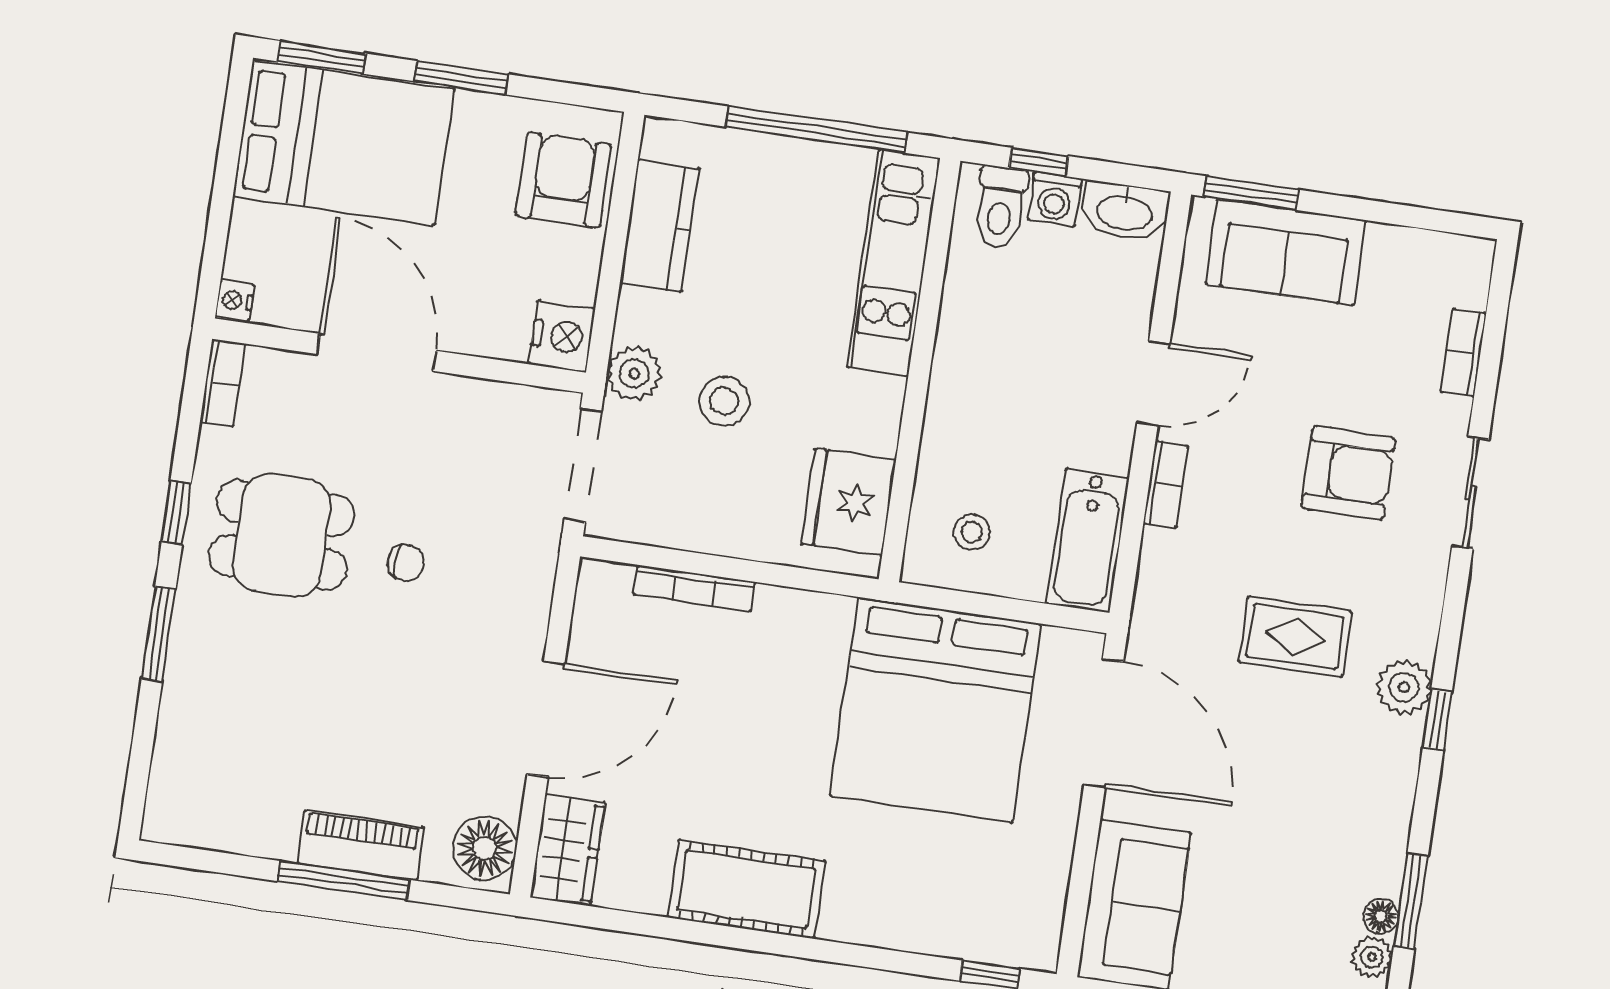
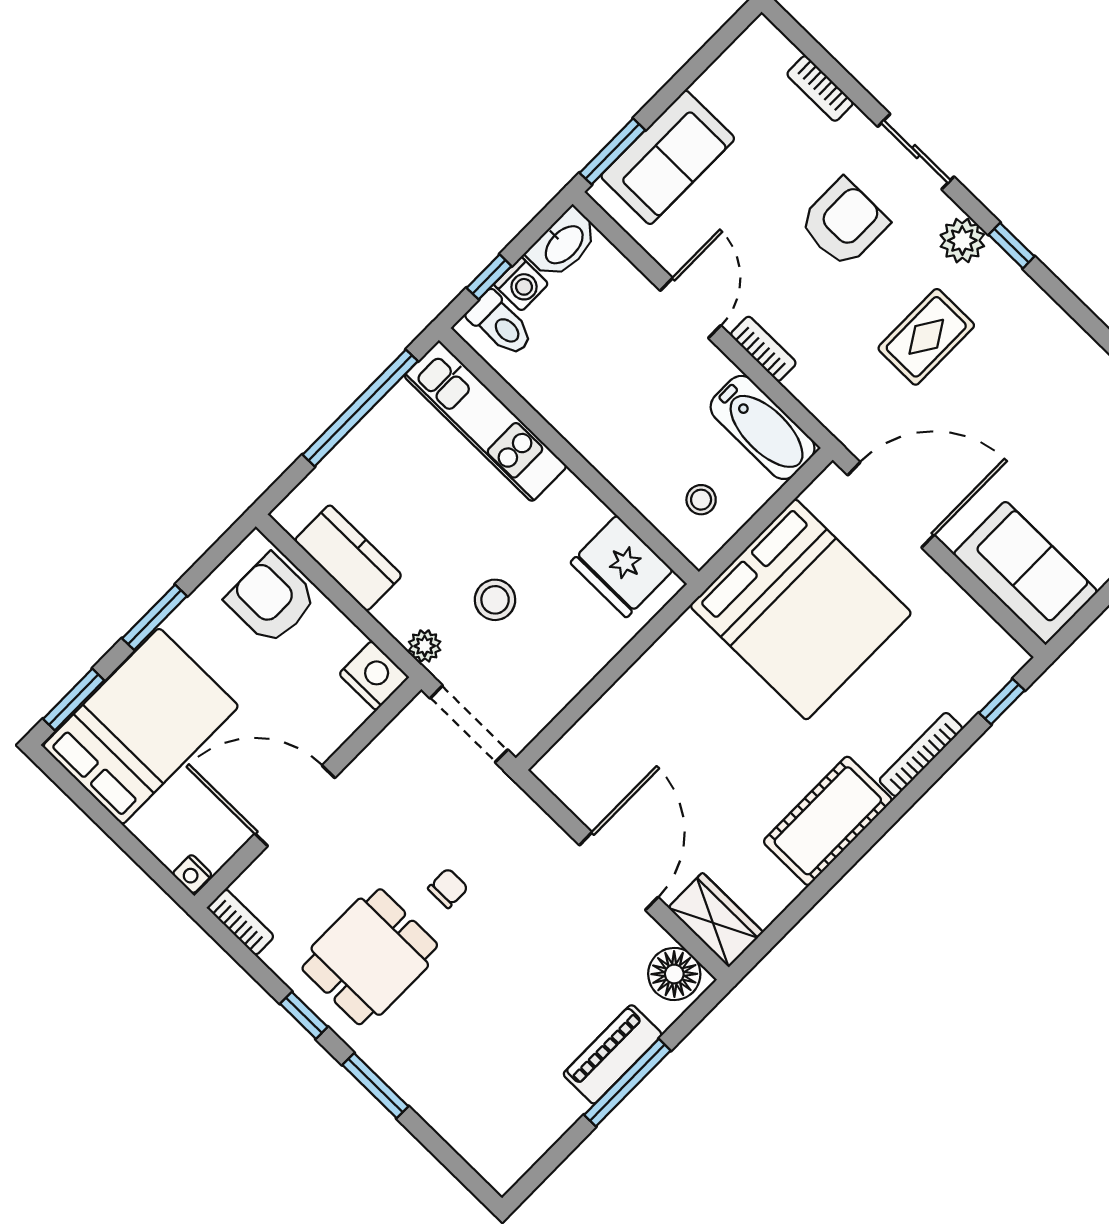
plant: (634, 374) -> (425, 646), width x0.73, depth x0.73
bookcase: (694, 588) -> (921, 754), moved, turned 180
plant: (1404, 687) -> (962, 241), moved
window: (1437, 720) -> (1012, 246), moved

